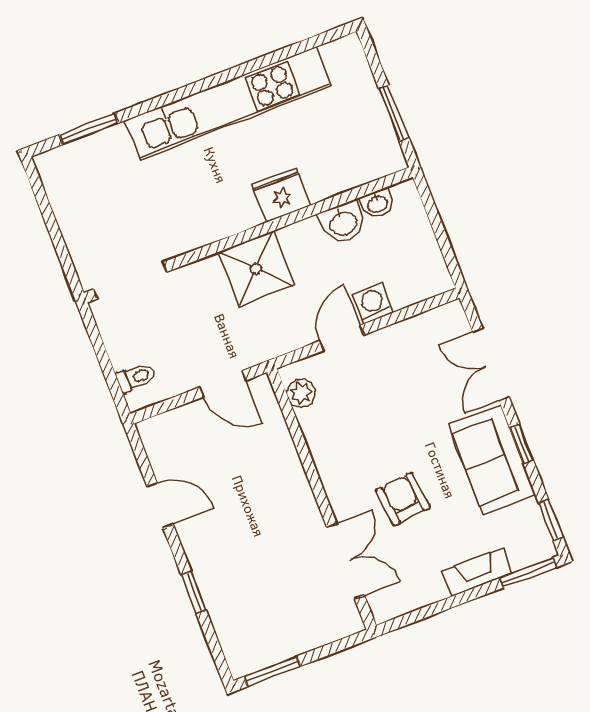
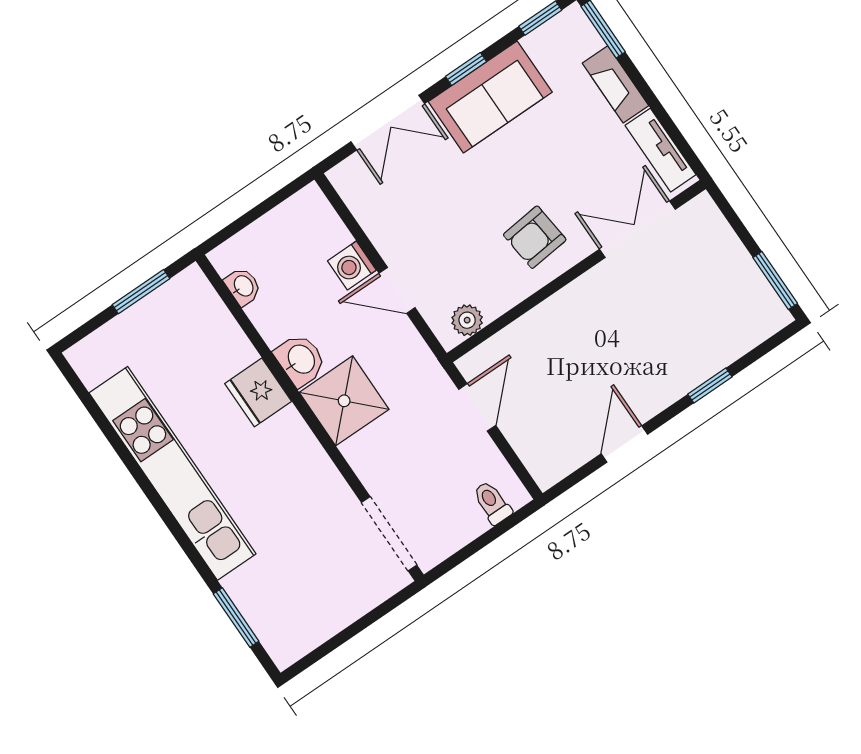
washbasin: (343, 223) -> (300, 360), moved
armchair: (403, 499) -> (535, 237), moved
tv unit: (410, 598) -> (661, 150), added

